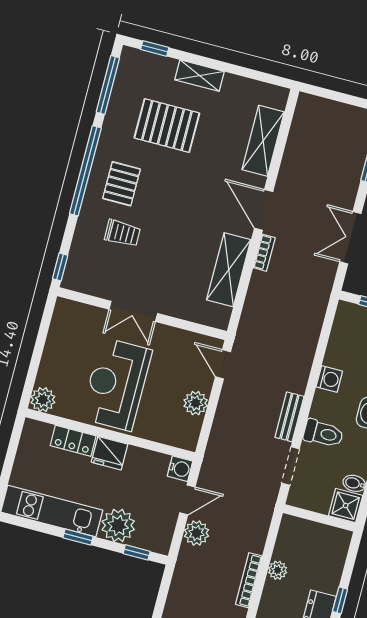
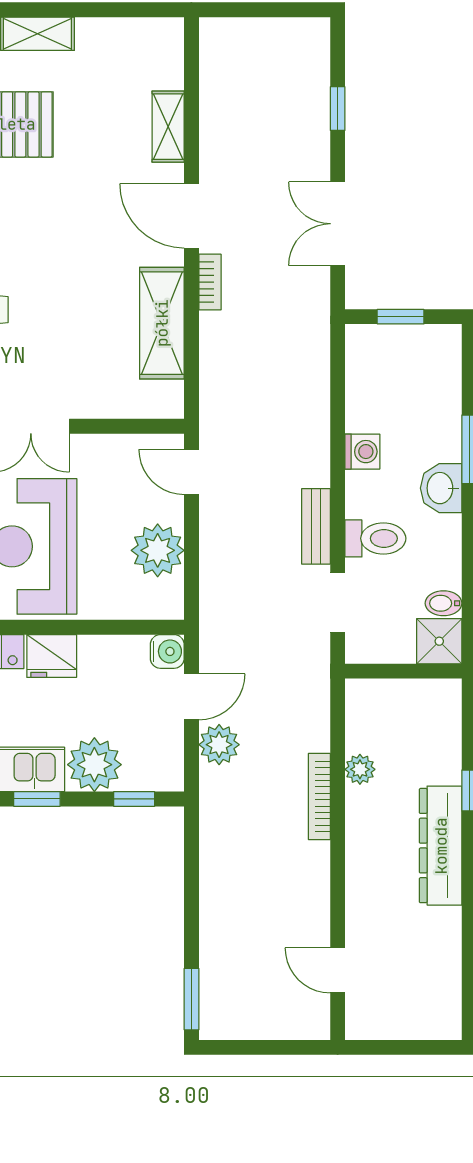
shelving: (263, 141) -> (168, 127), width x0.67, depth x0.75
plant: (196, 403) -> (158, 550), width x1.36, depth x1.36

